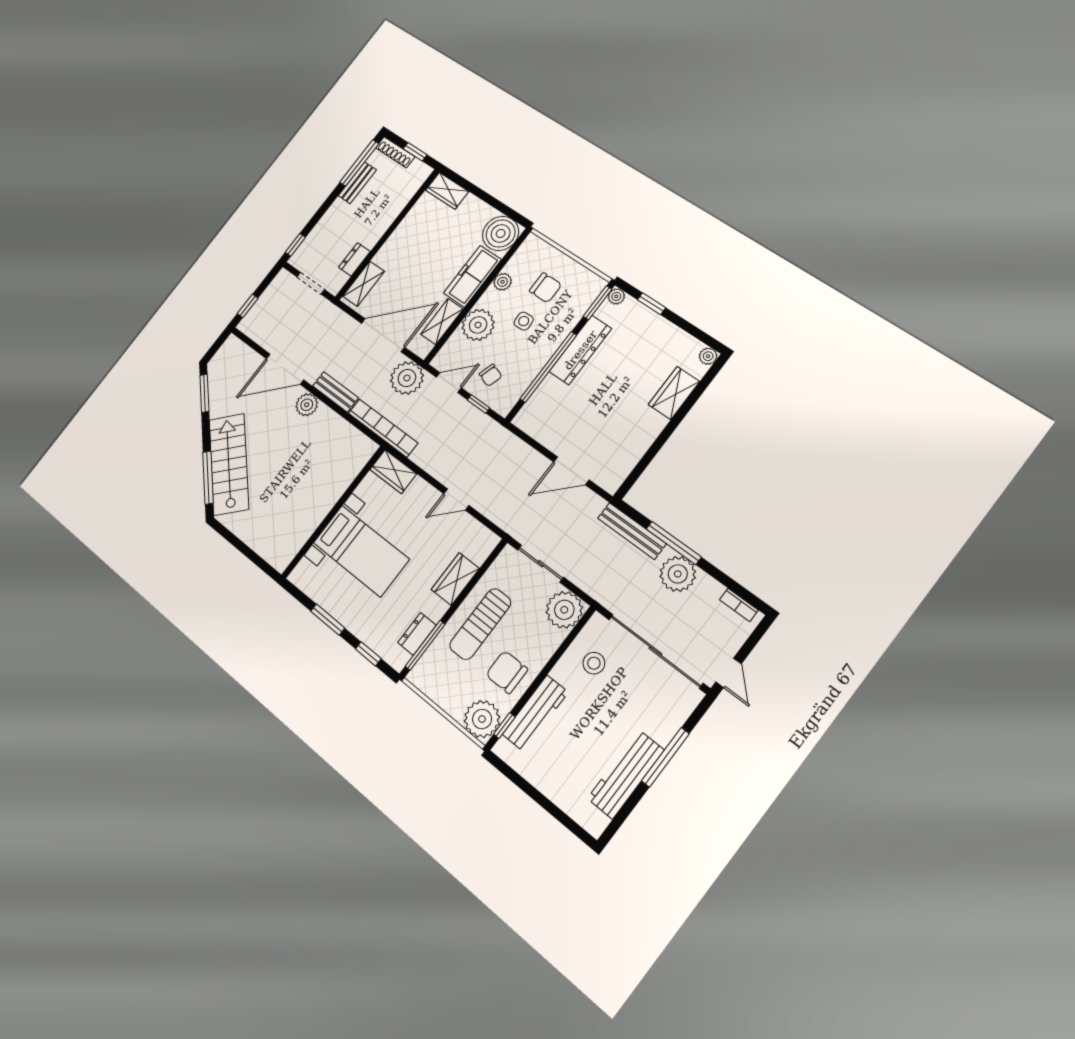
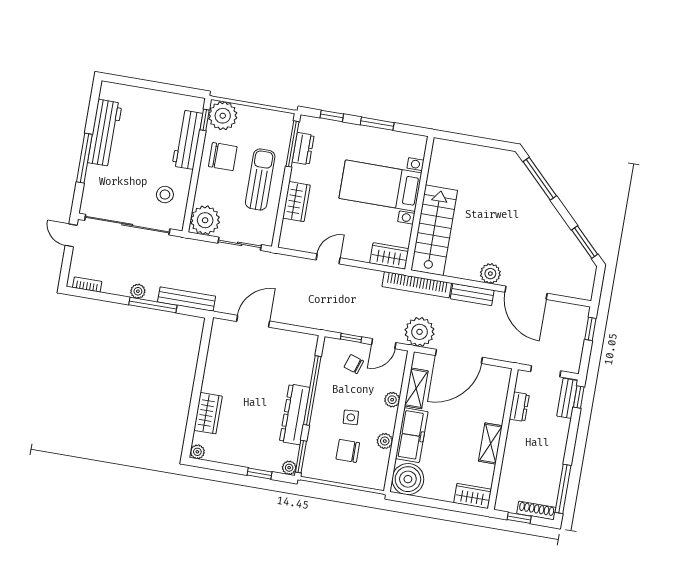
bench: (357, 183) -> (567, 398), moved
shelving: (364, 284) -> (490, 443), moved
plant: (478, 325) -> (392, 400), width x0.53, depth x0.53
door: (285, 369) -> (526, 293), swing flipped
stairs: (229, 464) -> (434, 230), moved, turned -135
plant: (678, 574) -> (138, 291), width x0.53, depth x0.53

